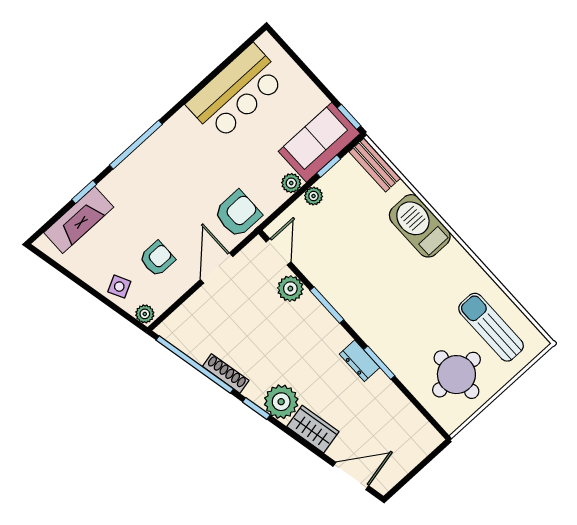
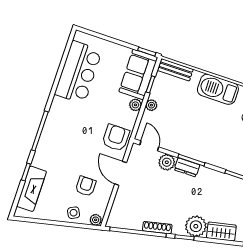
dresser: (360, 361) -> (187, 167), moved

